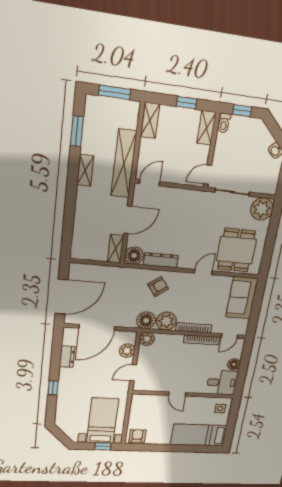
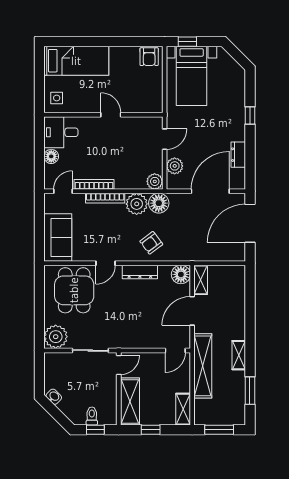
toilet: (224, 123) -> (92, 416), moved
shelving: (206, 128) -> (130, 402), width x1.50, depth x1.33
dresser: (161, 260) -> (140, 272), moved

